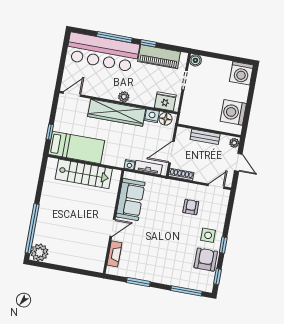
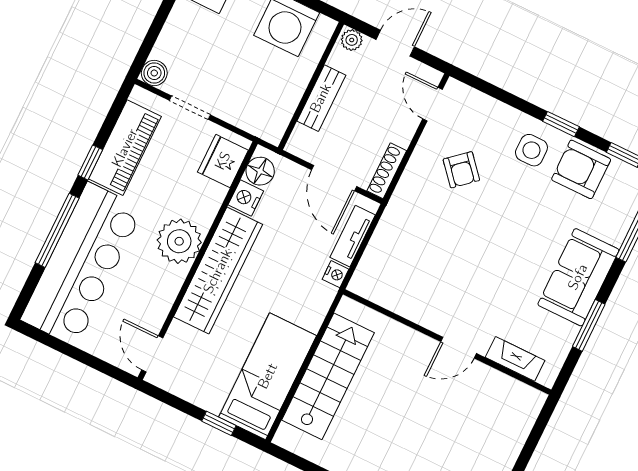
plant: (124, 97) -> (179, 241), width x1.88, depth x1.88
sofa: (130, 200) -> (578, 277), moved, turned -90
armchair: (191, 207) -> (461, 170), turned -131
door: (113, 228) -> (459, 348), swing flipped

